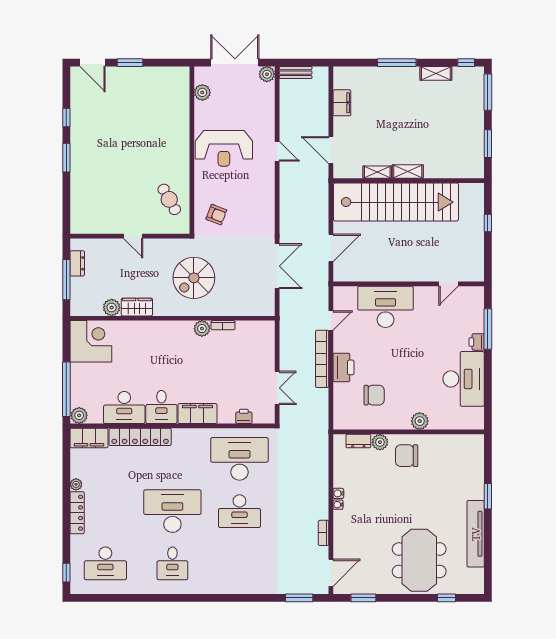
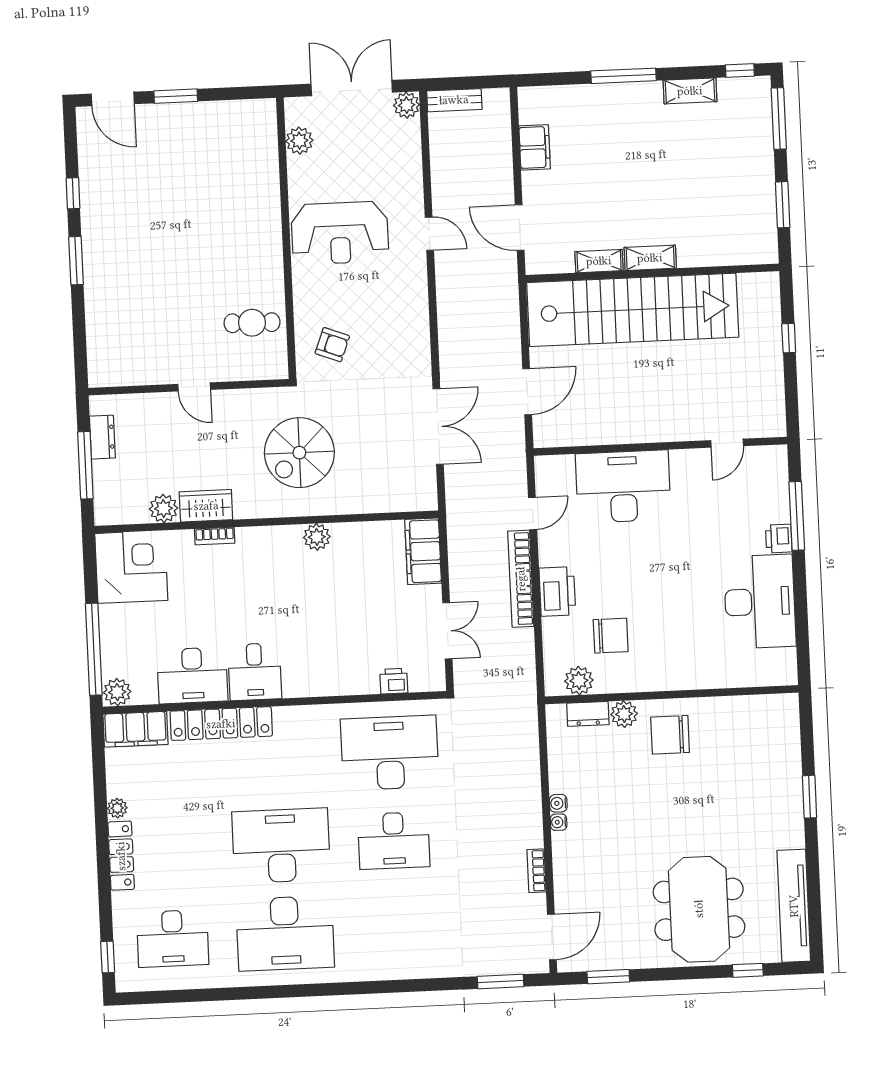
cafe table: (169, 199) -> (252, 323), turned -60
bookcase: (223, 325) -> (215, 536), moved
filing cabinet: (197, 414) -> (423, 551), moved, turned -90
plant: (420, 421) -> (579, 681), moved
tv unit: (476, 534) -> (794, 906), moved
desk: (172, 563) -> (285, 933), width x1.87, depth x1.30

